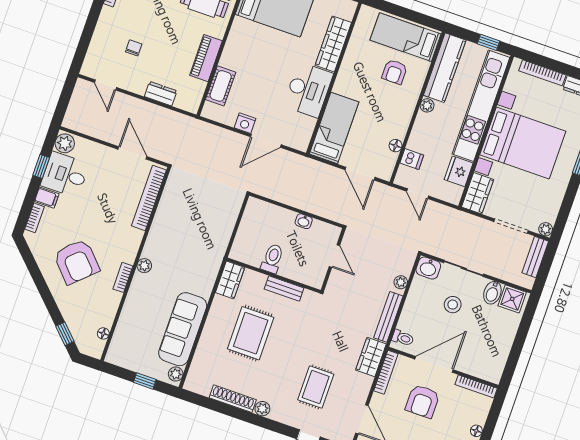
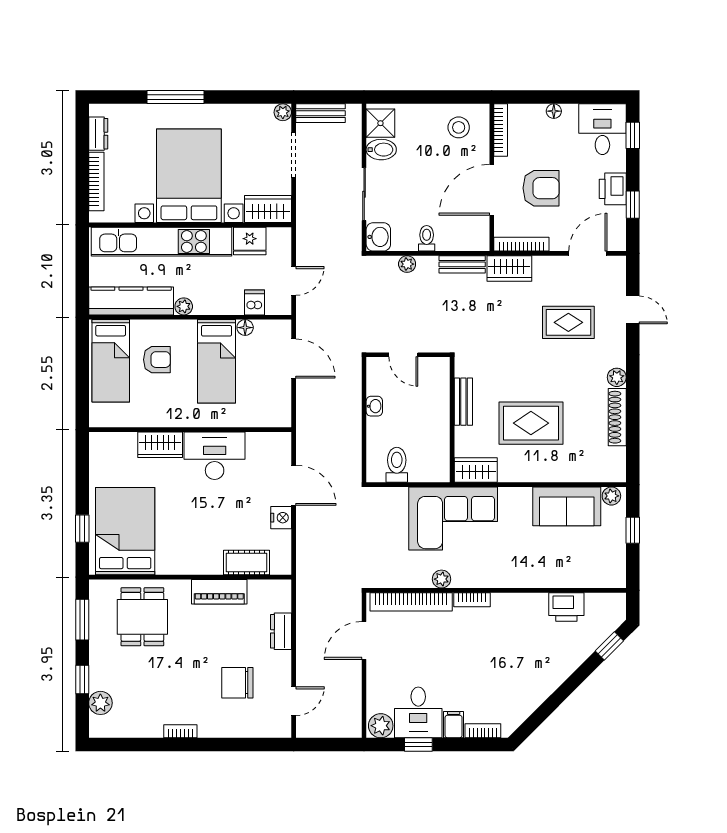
window: (489, 42) -> (82, 259), removed
wardrobe: (333, 44) -> (160, 445), width x0.67
chair: (134, 48) -> (237, 683), width x1.87, depth x1.87
bed: (334, 128) -> (217, 361), moved, turned -90
door: (360, 174) -> (294, 358), hinge flipped
corner sofa: (200, 251) -> (453, 518), added
door: (334, 256) -> (403, 355), swing flipped
toilet: (272, 259) -> (397, 465), moved, turned 90
armchair: (76, 262) -> (518, 662), removed
plant: (144, 266) -> (442, 579), moved
bookcase: (123, 277) -> (472, 600), moved
stool: (453, 305) -> (459, 127), moved
printer: (105, 312) -> (566, 607), added
bench: (388, 317) -> (462, 264), width x0.73
sofa: (183, 329) -> (567, 506), width x0.73
floor lamp: (103, 333) -> (593, 600), removed
toilet: (403, 338) -> (427, 238), moved
door: (434, 364) -> (492, 190), hinge flipped

